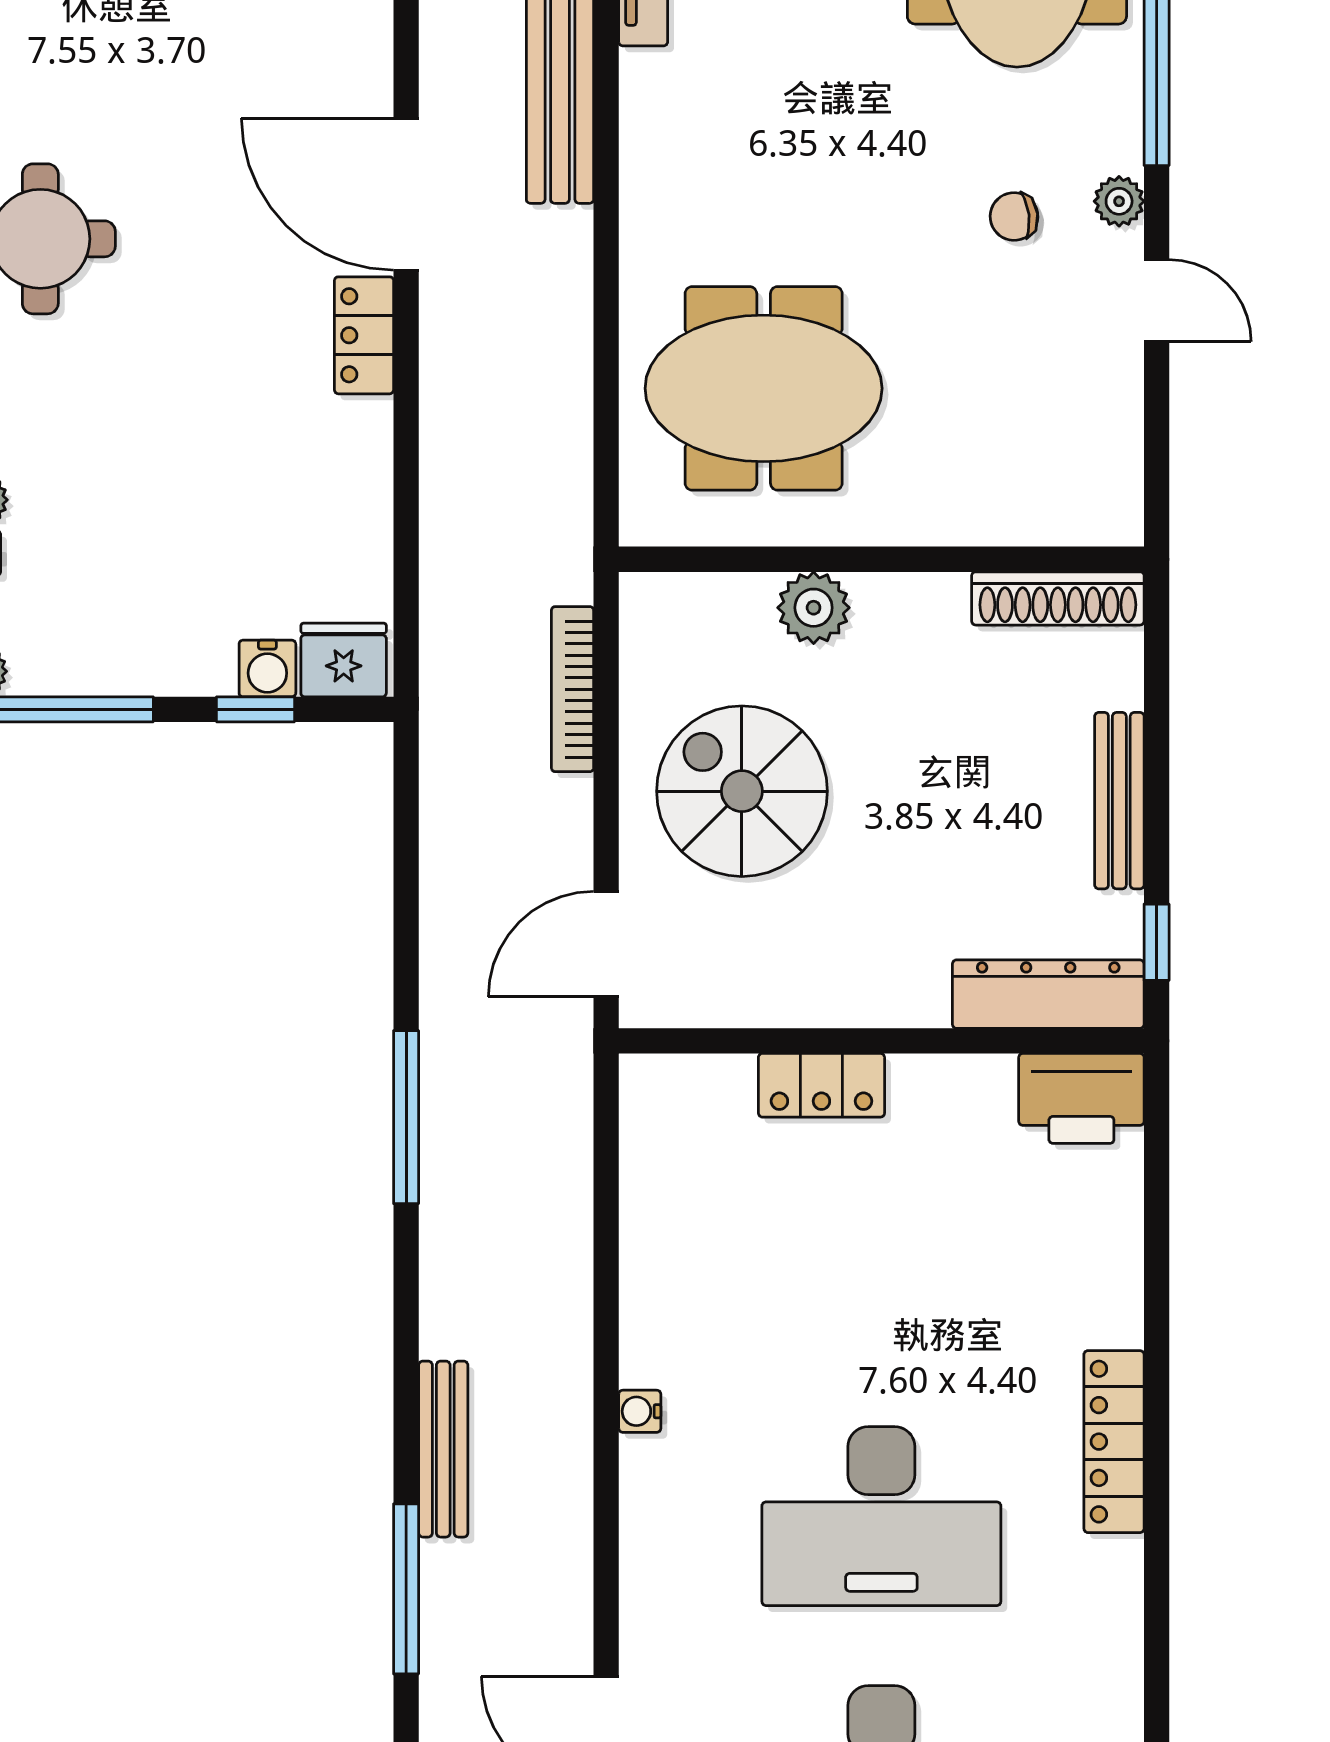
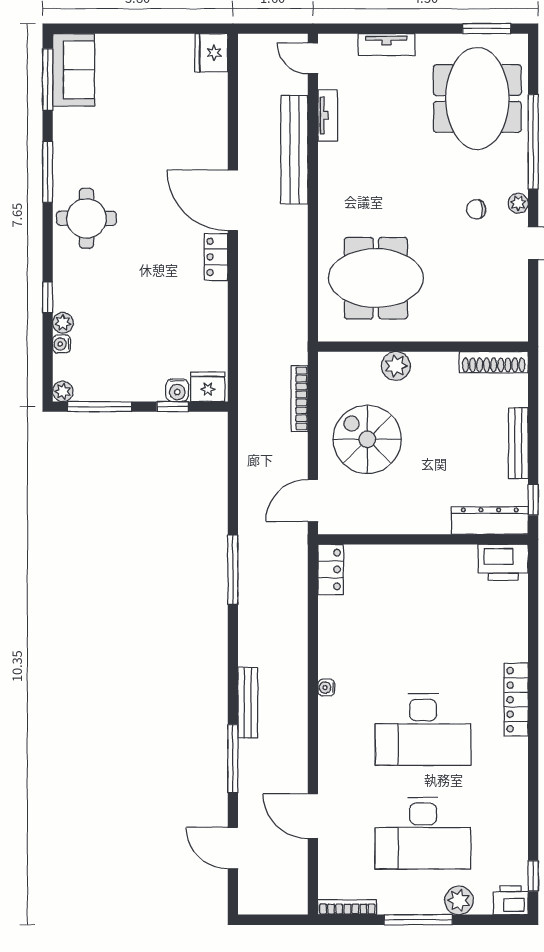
locker: (821, 1085) -> (331, 570), moved, turned -90

